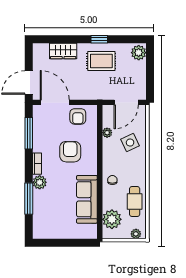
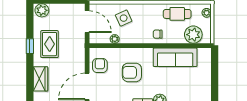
armchair: (78, 116) -> (100, 66), turned -90

